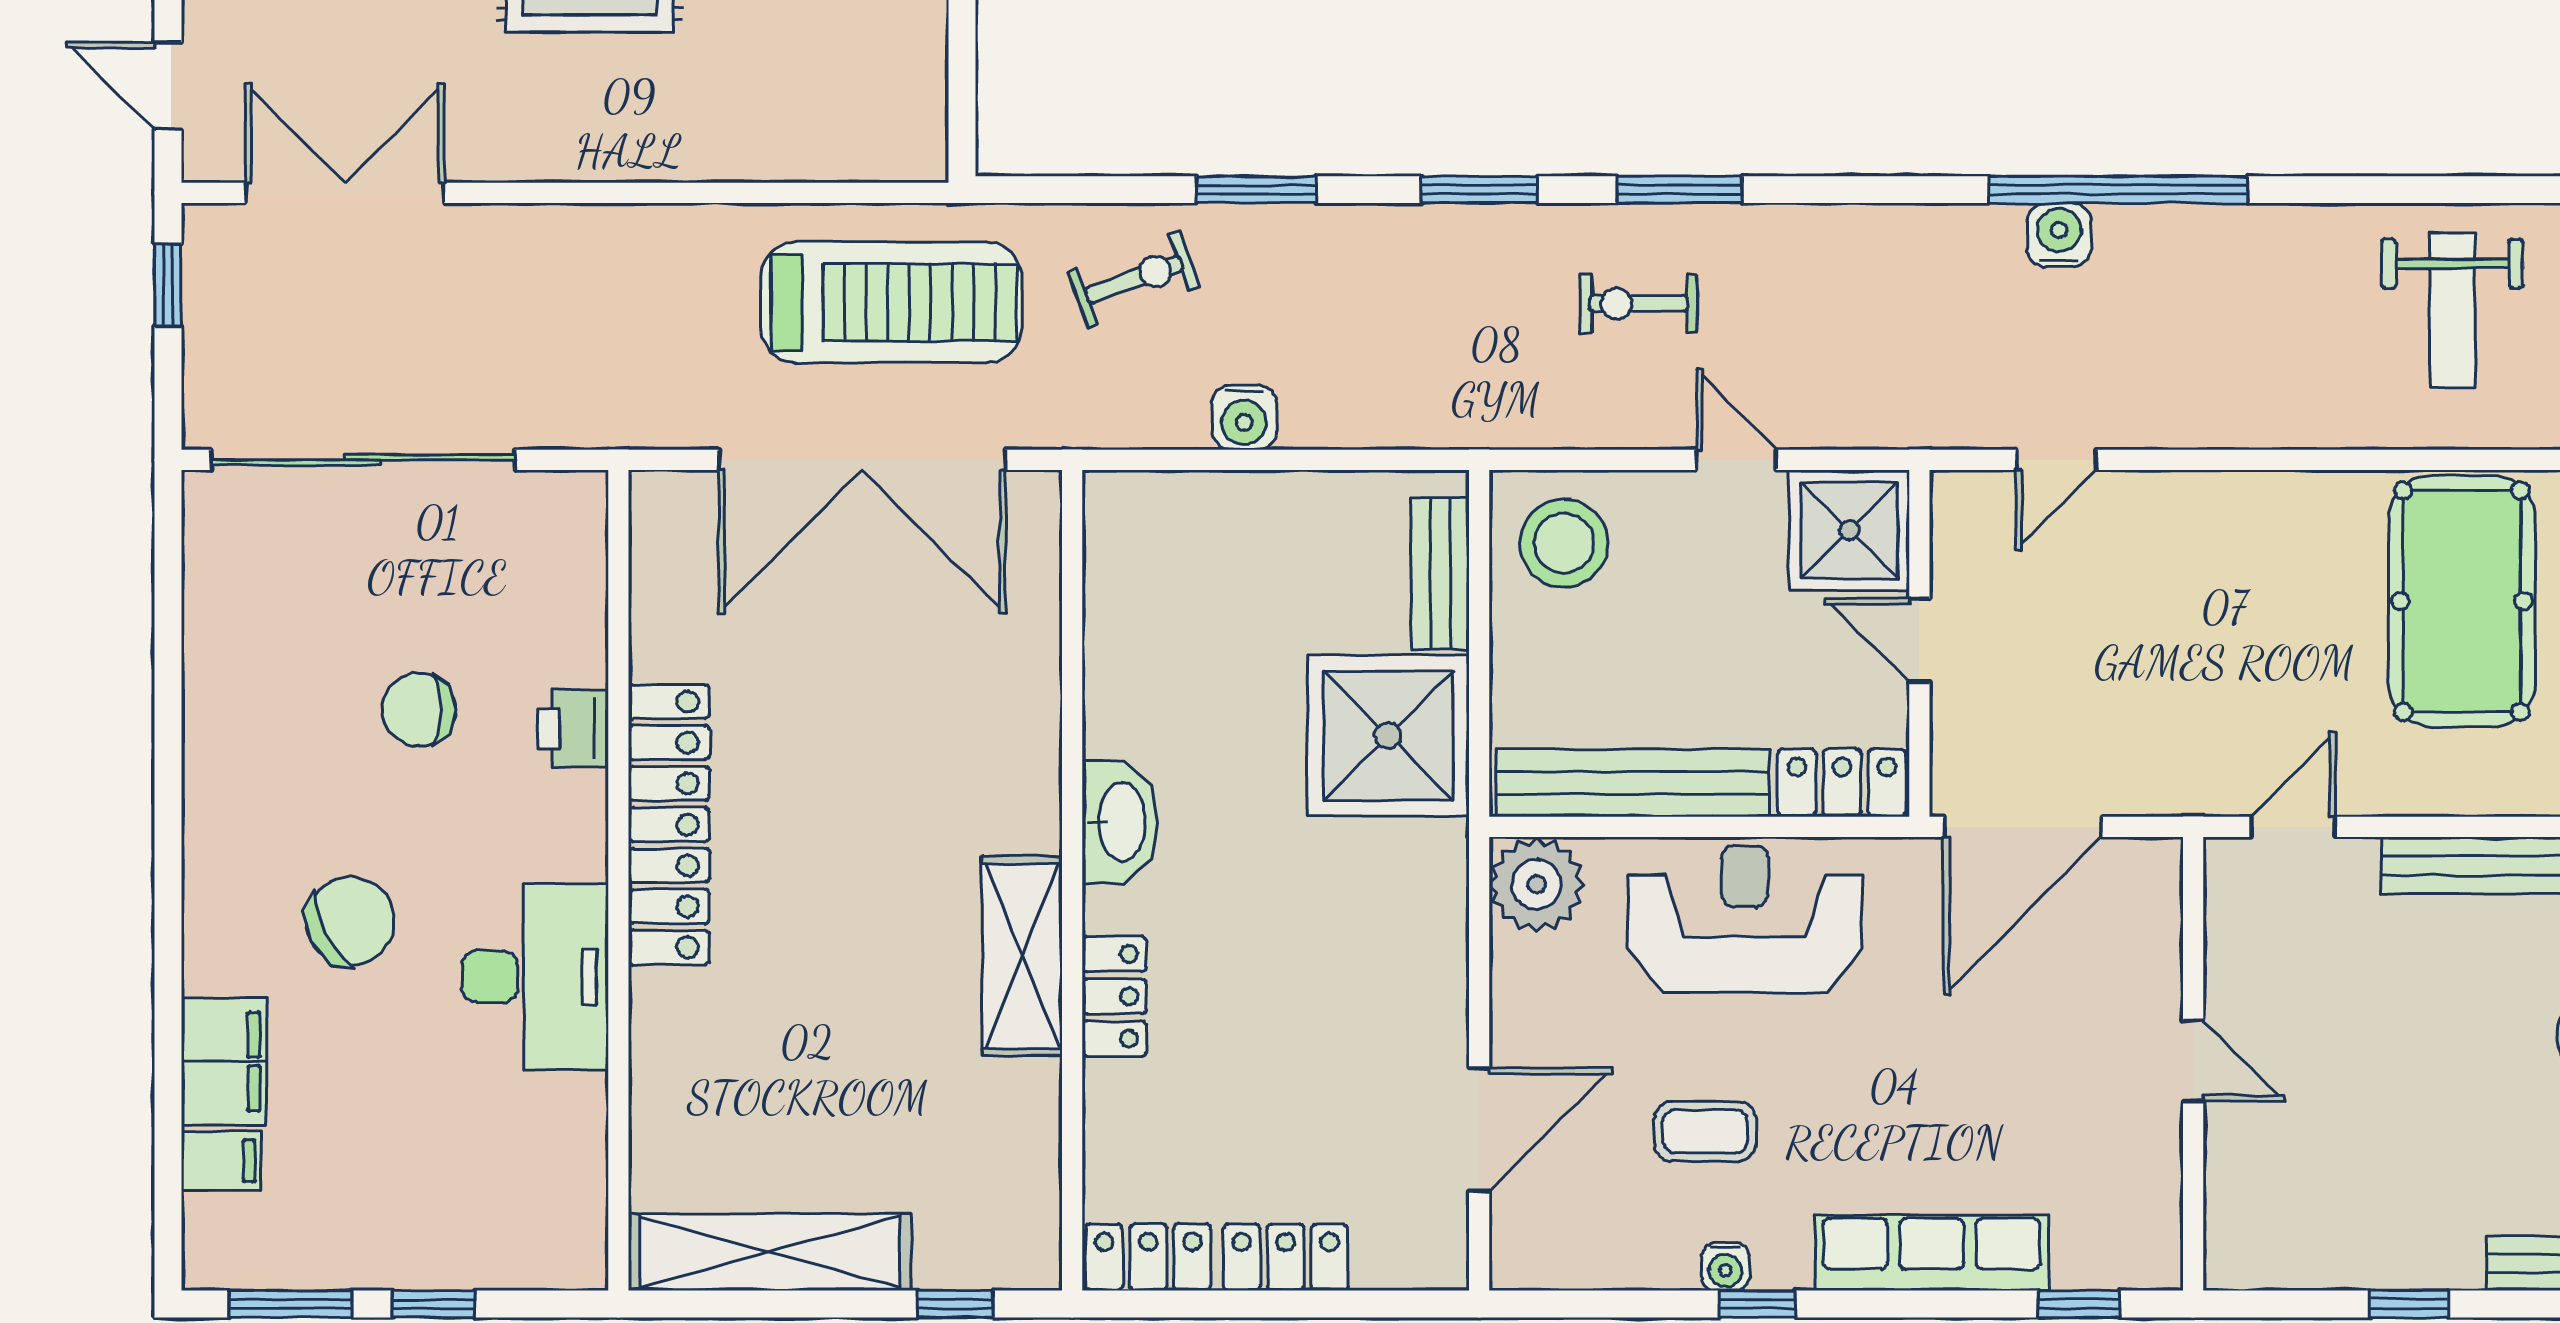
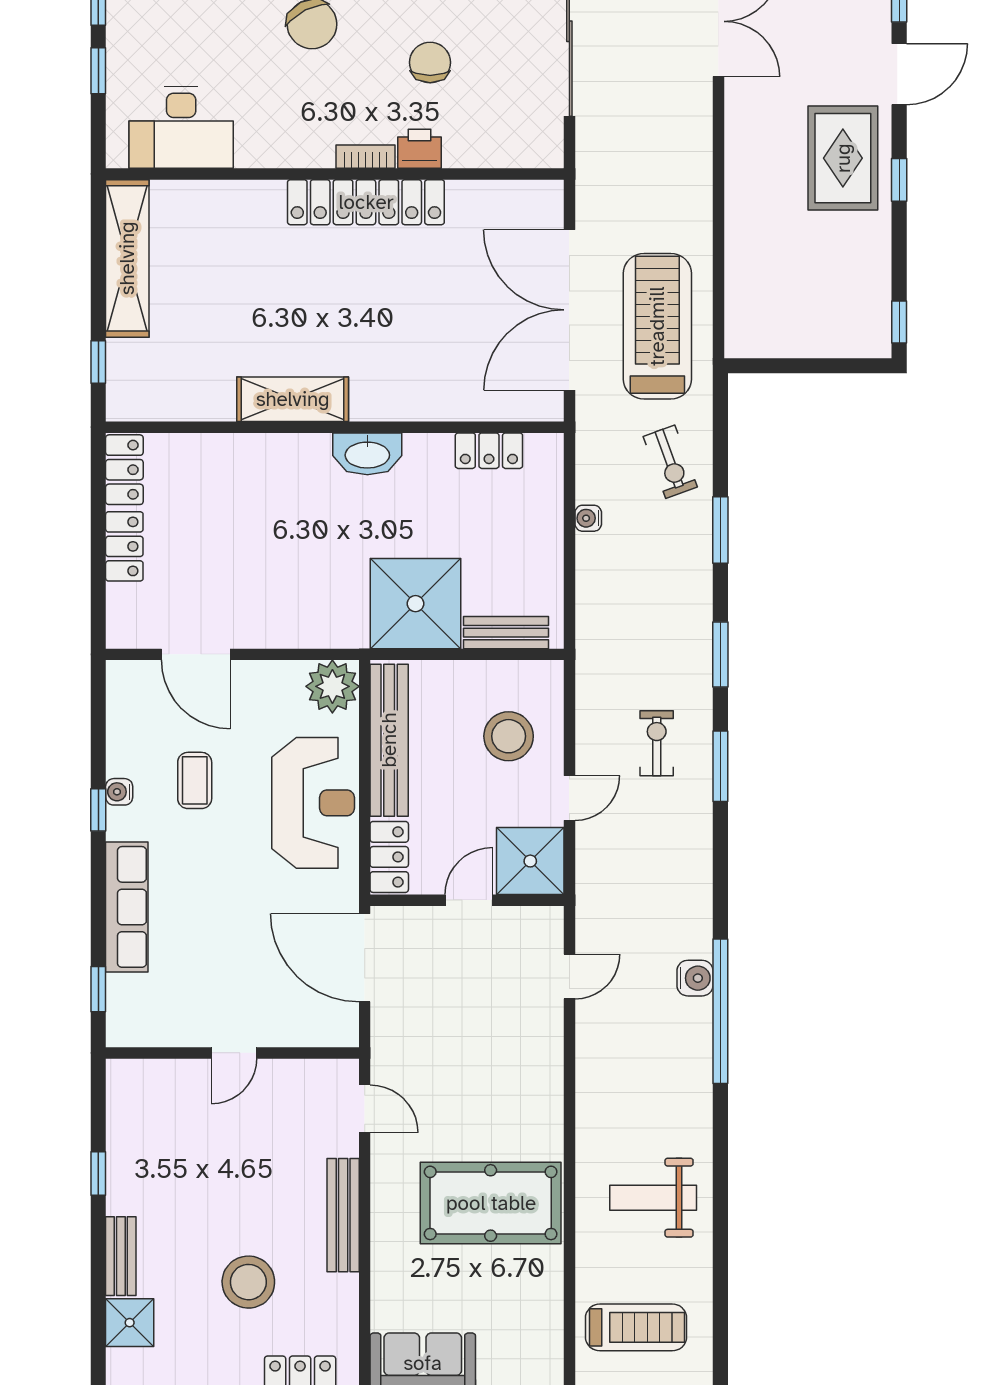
treadmill: (891, 302) -> (657, 326), turned 180
water cooler: (1244, 417) -> (588, 518), width x0.72, depth x0.72
door: (2056, 460) -> (569, 976), swing flipped
stool: (1564, 543) -> (509, 736), moved
bookcase: (587, 825) -> (365, 157), added
desk: (535, 977) -> (181, 127), moved
locker: (1114, 996) -> (489, 451), moved

